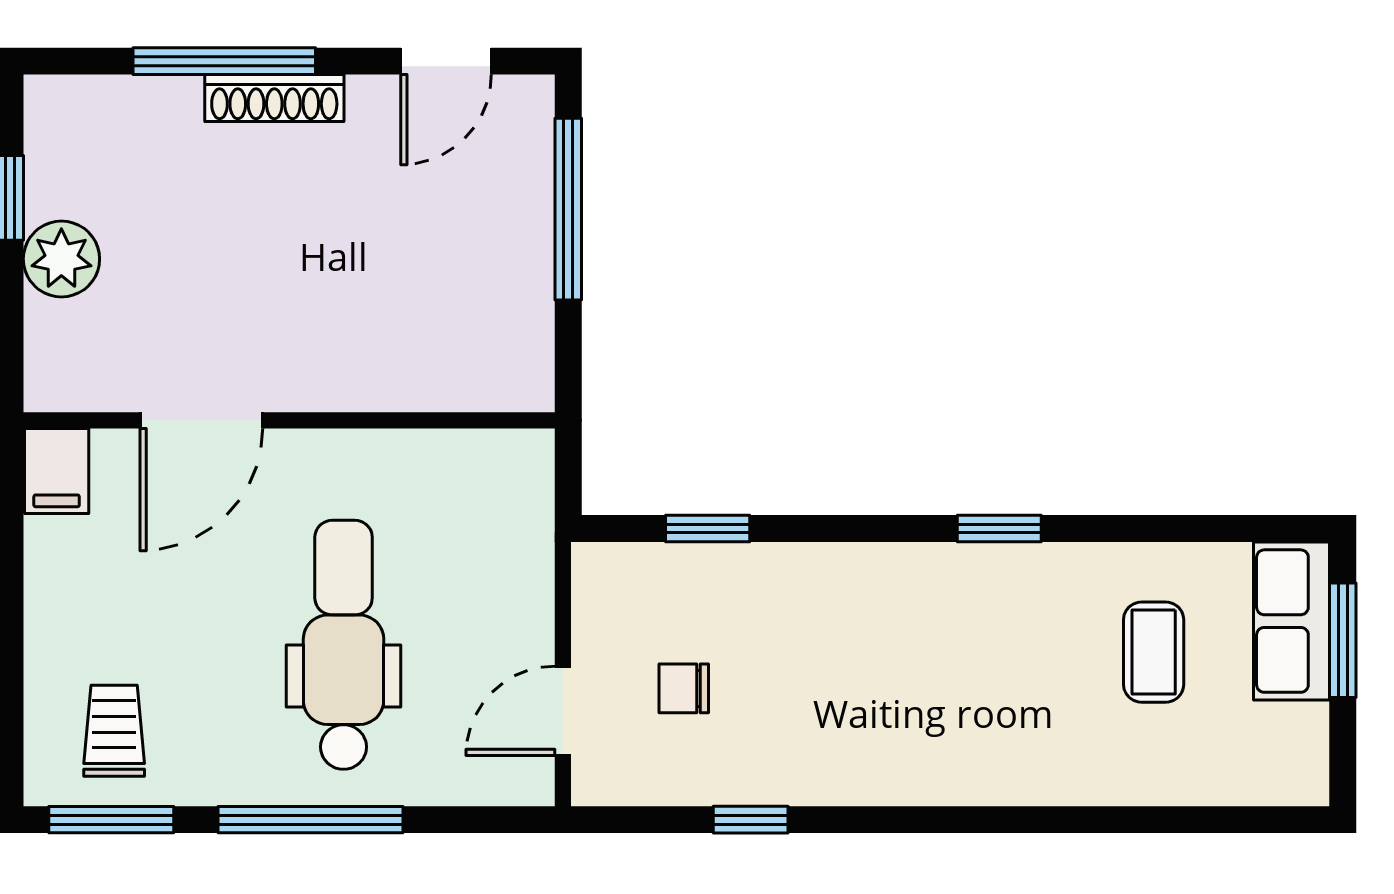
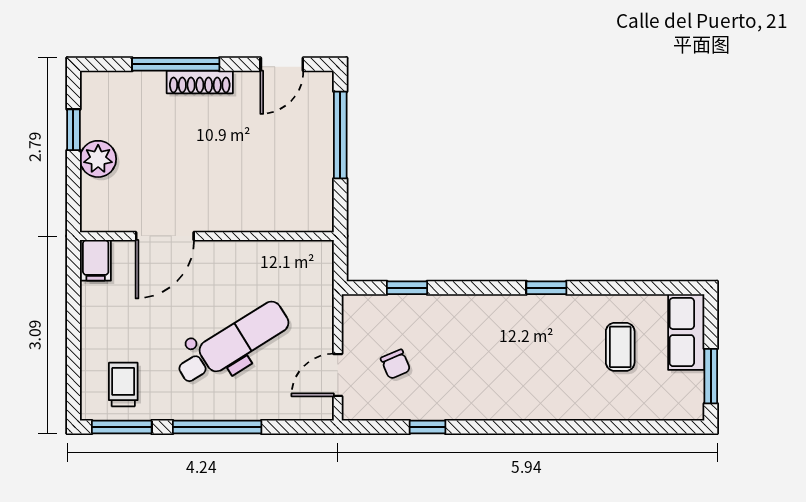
window: (1343, 640) -> (711, 376), moved
dental chair: (344, 645) -> (233, 343), turned 58
chair: (684, 688) -> (396, 364), turned -113

